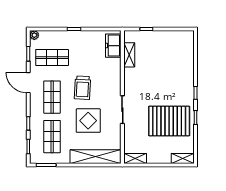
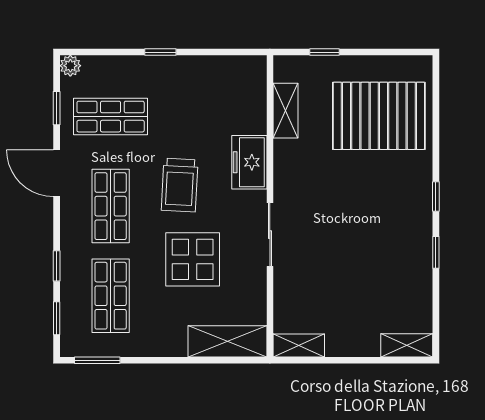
freezer: (113, 46) -> (249, 162), moved
pallet: (169, 121) -> (379, 116), moved
shelving: (96, 157) -> (227, 341), width x0.68

